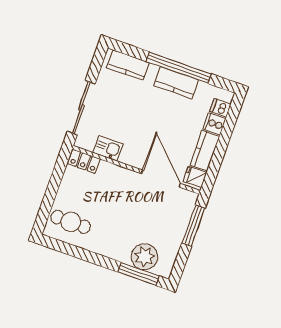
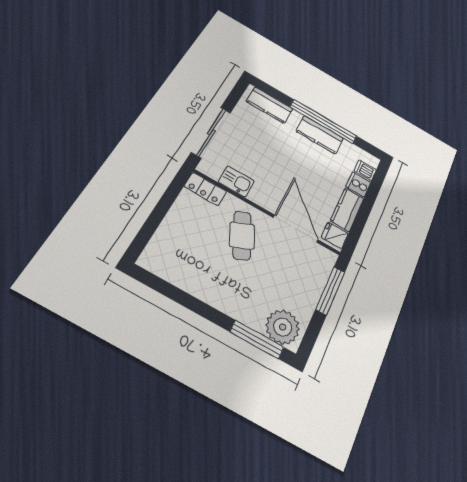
cafe table: (71, 222) -> (242, 236), moved, turned 65
plant: (145, 257) -> (283, 327), moved

